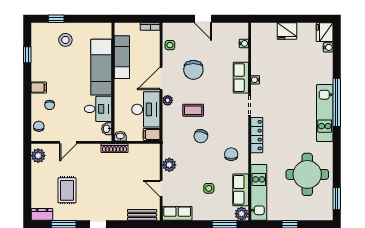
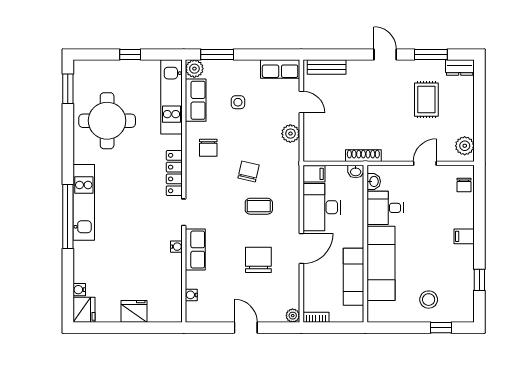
side table: (170, 45) -> (290, 293), removed
plant: (168, 100) -> (293, 316), moved
chair: (50, 105) -> (450, 213), removed

